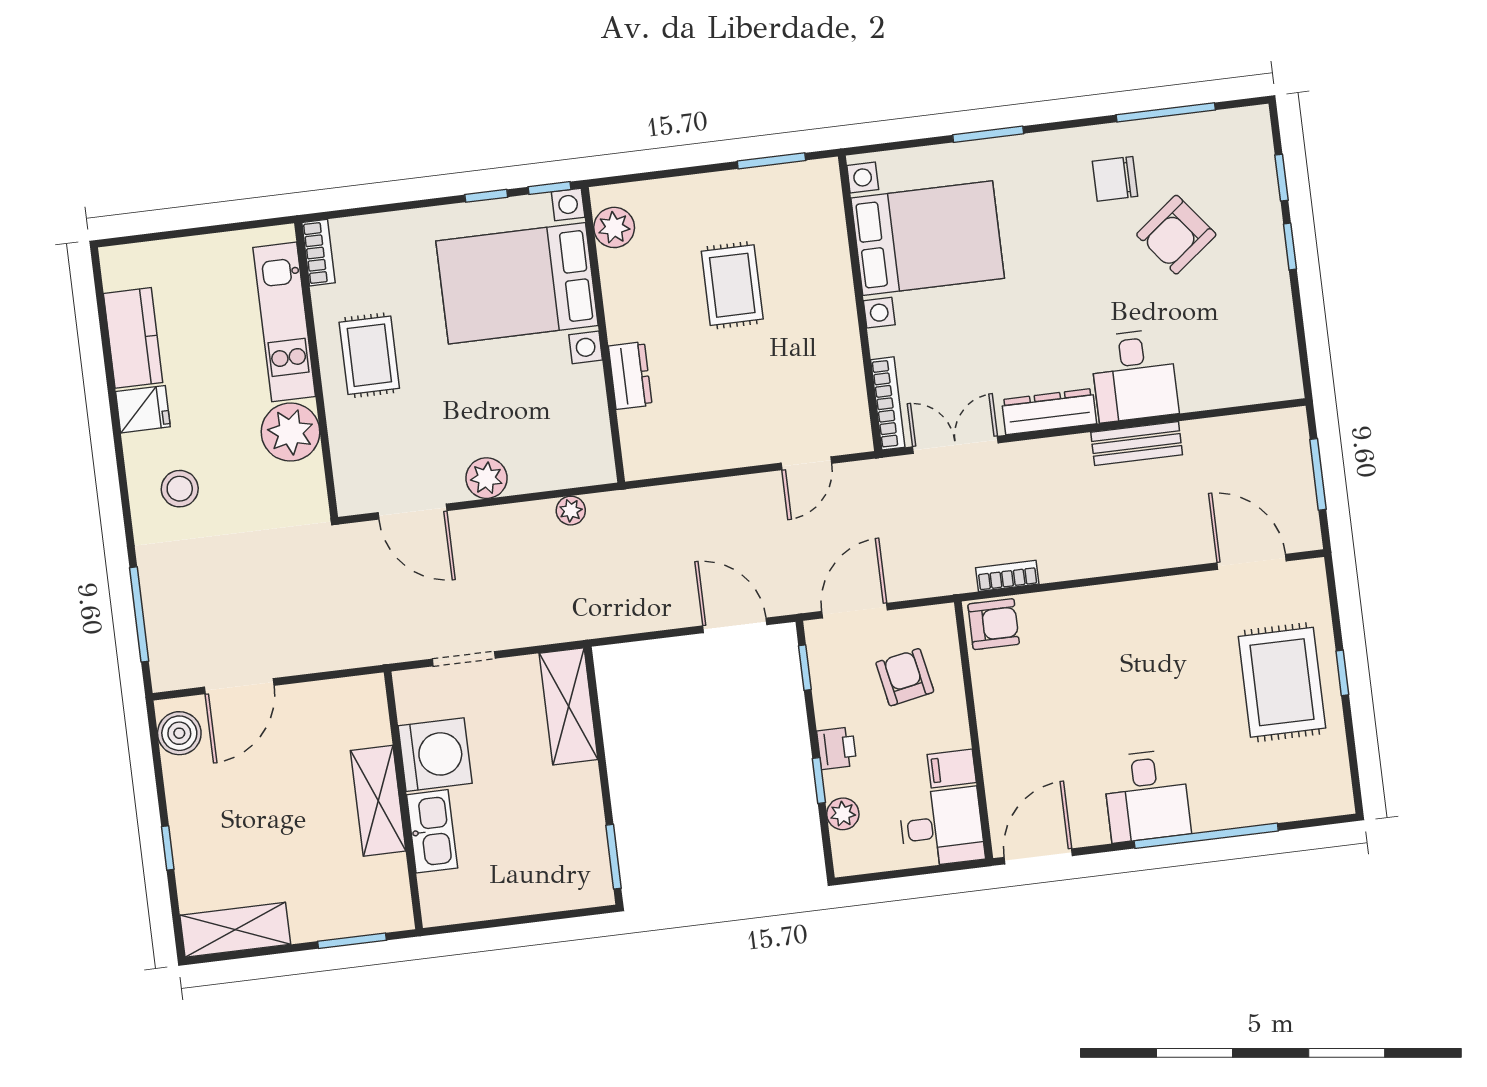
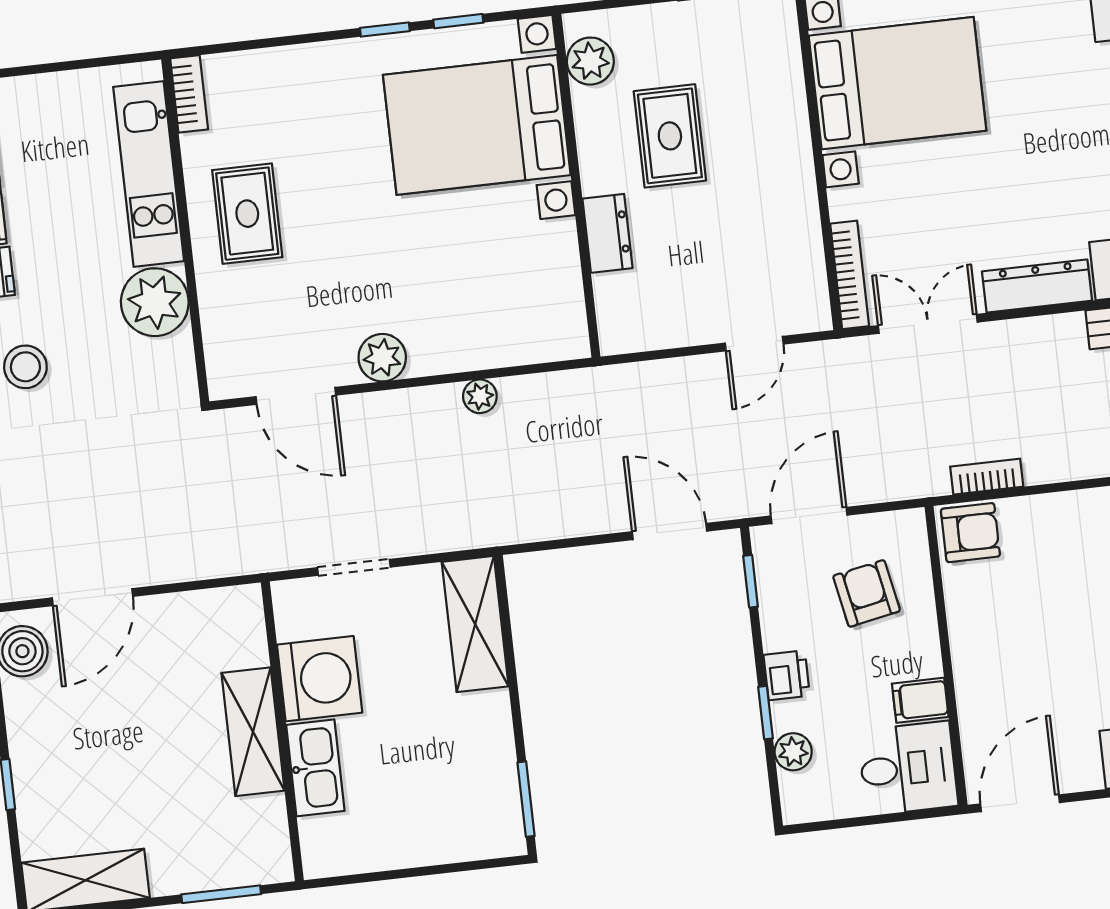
plant: (614, 227) -> (590, 61), moved
bed with nightstands: (517, 283) -> (477, 125), moved
wall: (603, 335) -> (576, 186), moved
dresser: (630, 376) -> (607, 233), moved

